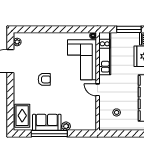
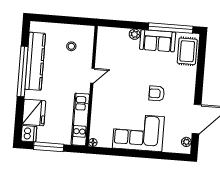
corner sofa: (82, 60) -> (138, 132), moved, turned -90
door: (98, 90) -> (93, 76), hinge flipped
window: (49, 134) -> (171, 28), moved

